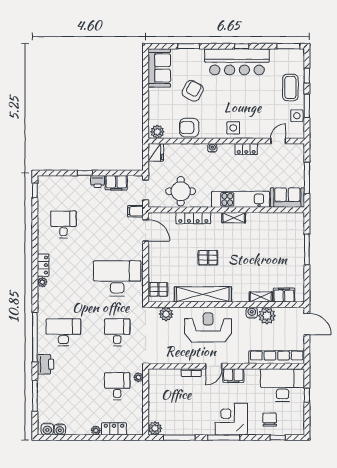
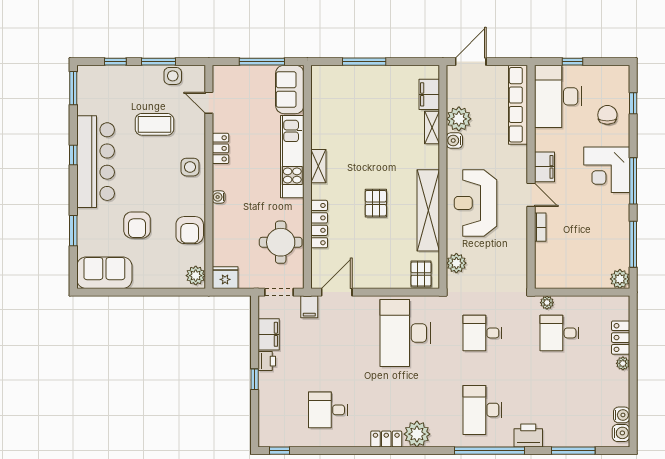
coffee table: (290, 87) -> (154, 124), moved
armchair: (193, 91) -> (137, 225), turned -118
plant: (42, 282) -> (417, 434), width x1.88, depth x1.88
chair: (270, 420) -> (607, 115), turned 91

